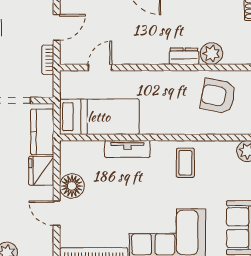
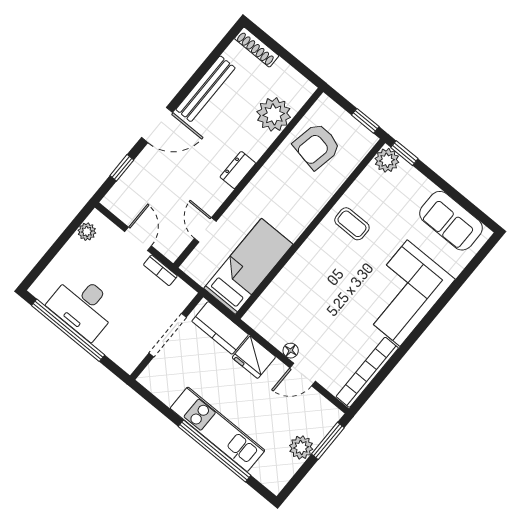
plant: (211, 54) -> (274, 114), width x1.36, depth x1.36
dresser: (184, 56) -> (238, 170), moved
tv unit: (127, 149) -> (298, 265), removed
floor lamp: (72, 186) -> (291, 351), width x0.53, depth x0.53

